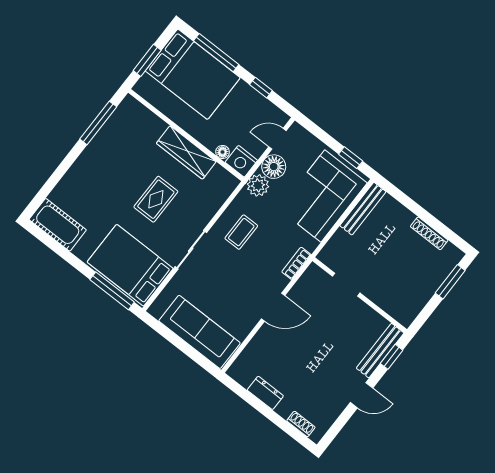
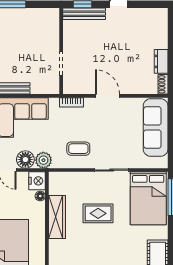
shoe rack: (301, 424) -> (163, 84), moved

